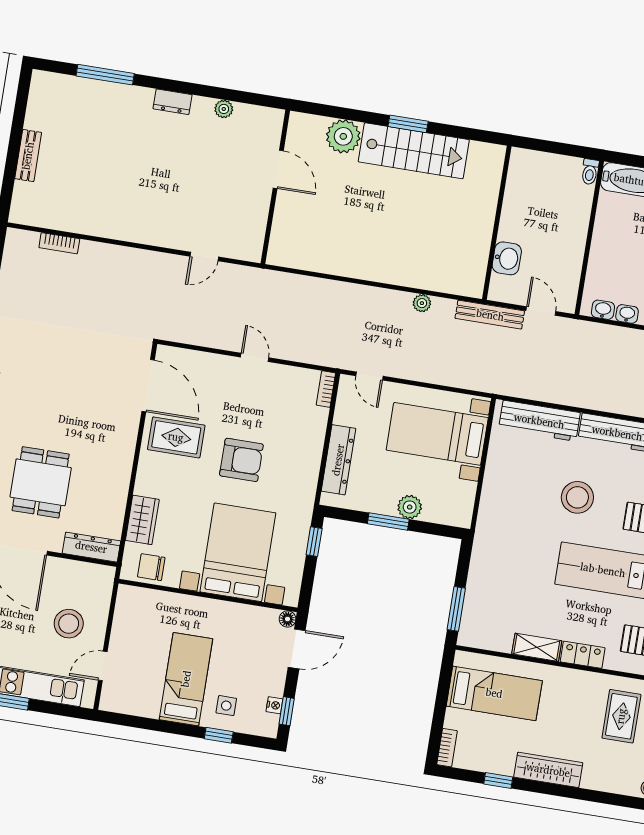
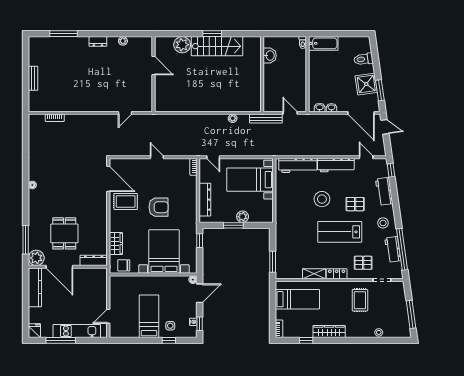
washbasin: (507, 258) -> (270, 56), moved
stool: (69, 624) -> (89, 299), removed

